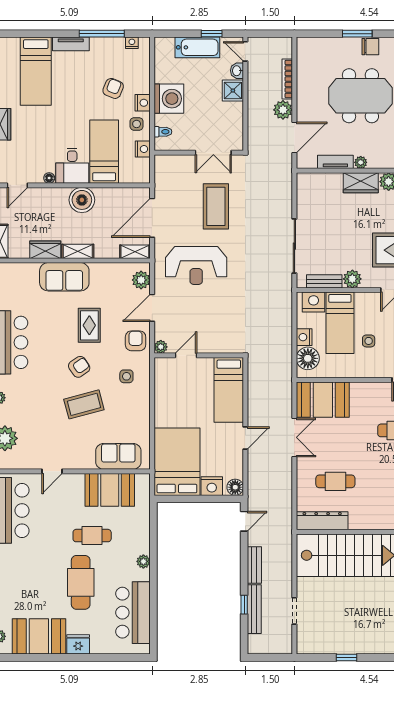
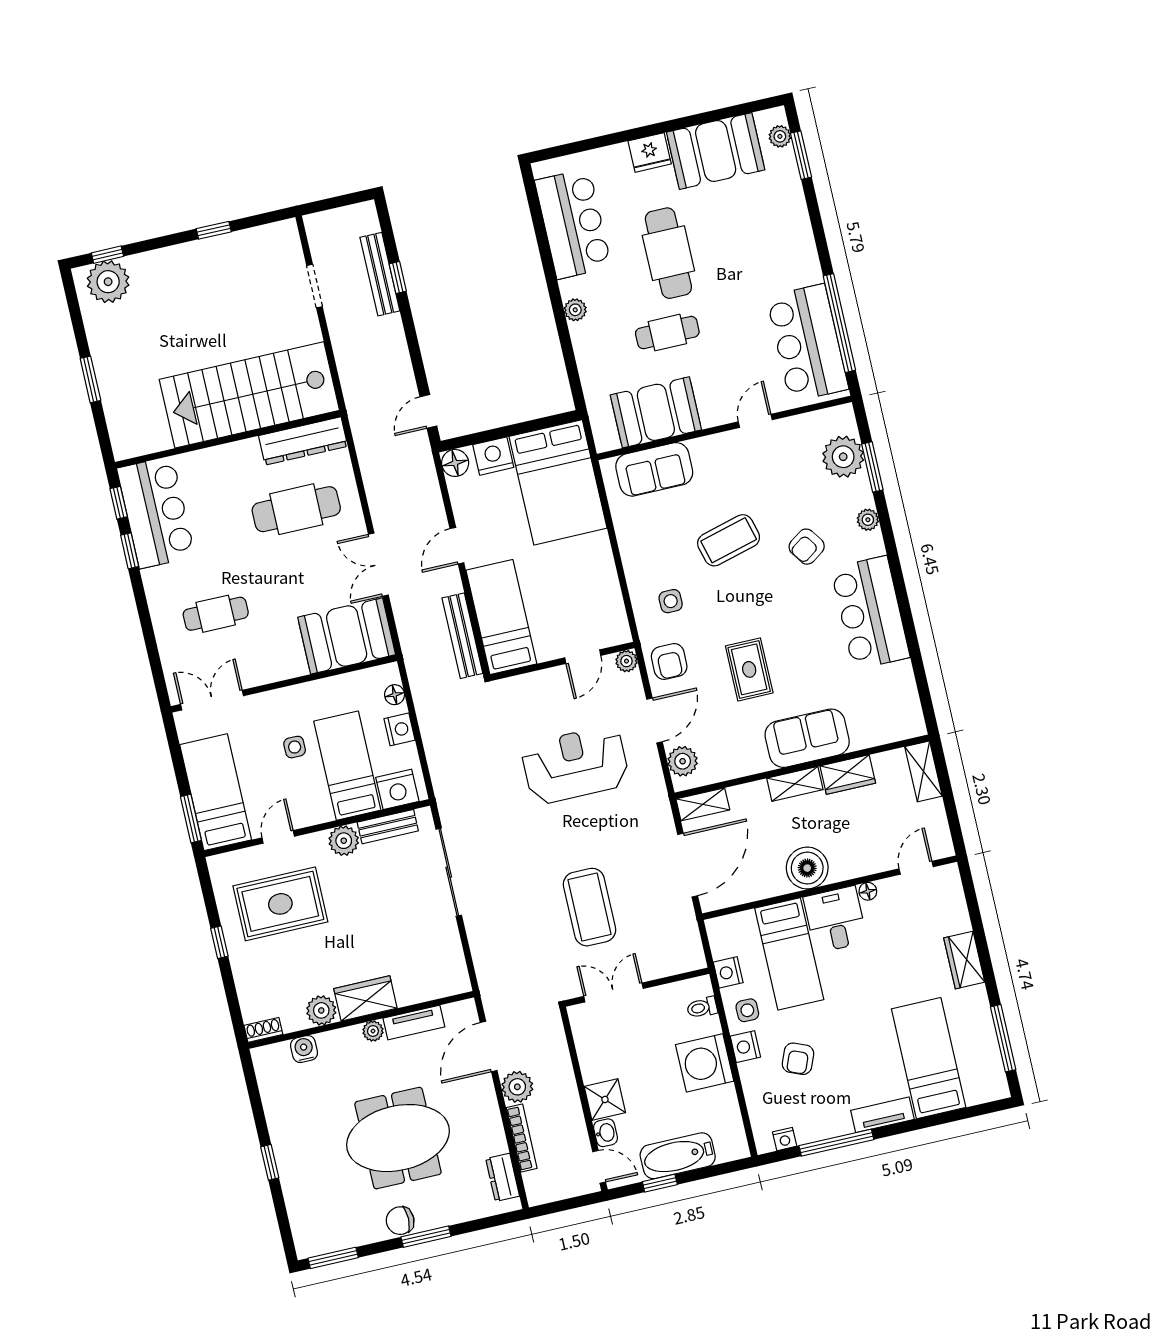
dresser: (304, 58) -> (503, 1177), added
reception desk: (196, 265) -> (575, 765), moved
floor lamp: (308, 358) -> (395, 695), width x0.53, depth x0.53
armchair: (79, 367) -> (807, 547), moved
cafe table: (335, 481) -> (296, 509), width x1.37, depth x1.35
bench: (254, 565) -> (462, 636), moved, width x1.36

